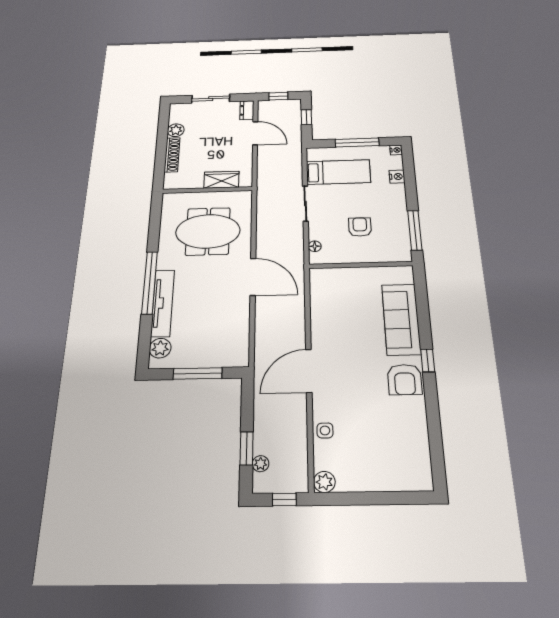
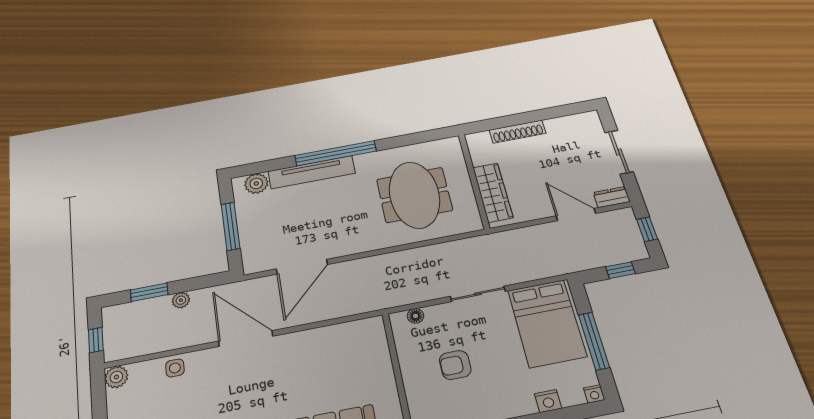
plant: (176, 130) -> (556, 126), removed
door: (255, 133) -> (576, 215), swing flipped
bed: (338, 172) -> (547, 323), width x1.50
wardrobe: (221, 180) -> (493, 192), width x1.50
armchair: (360, 227) -> (455, 365), turned 180
door: (253, 277) -> (302, 267), moved
plant: (260, 464) -> (181, 300), moved

